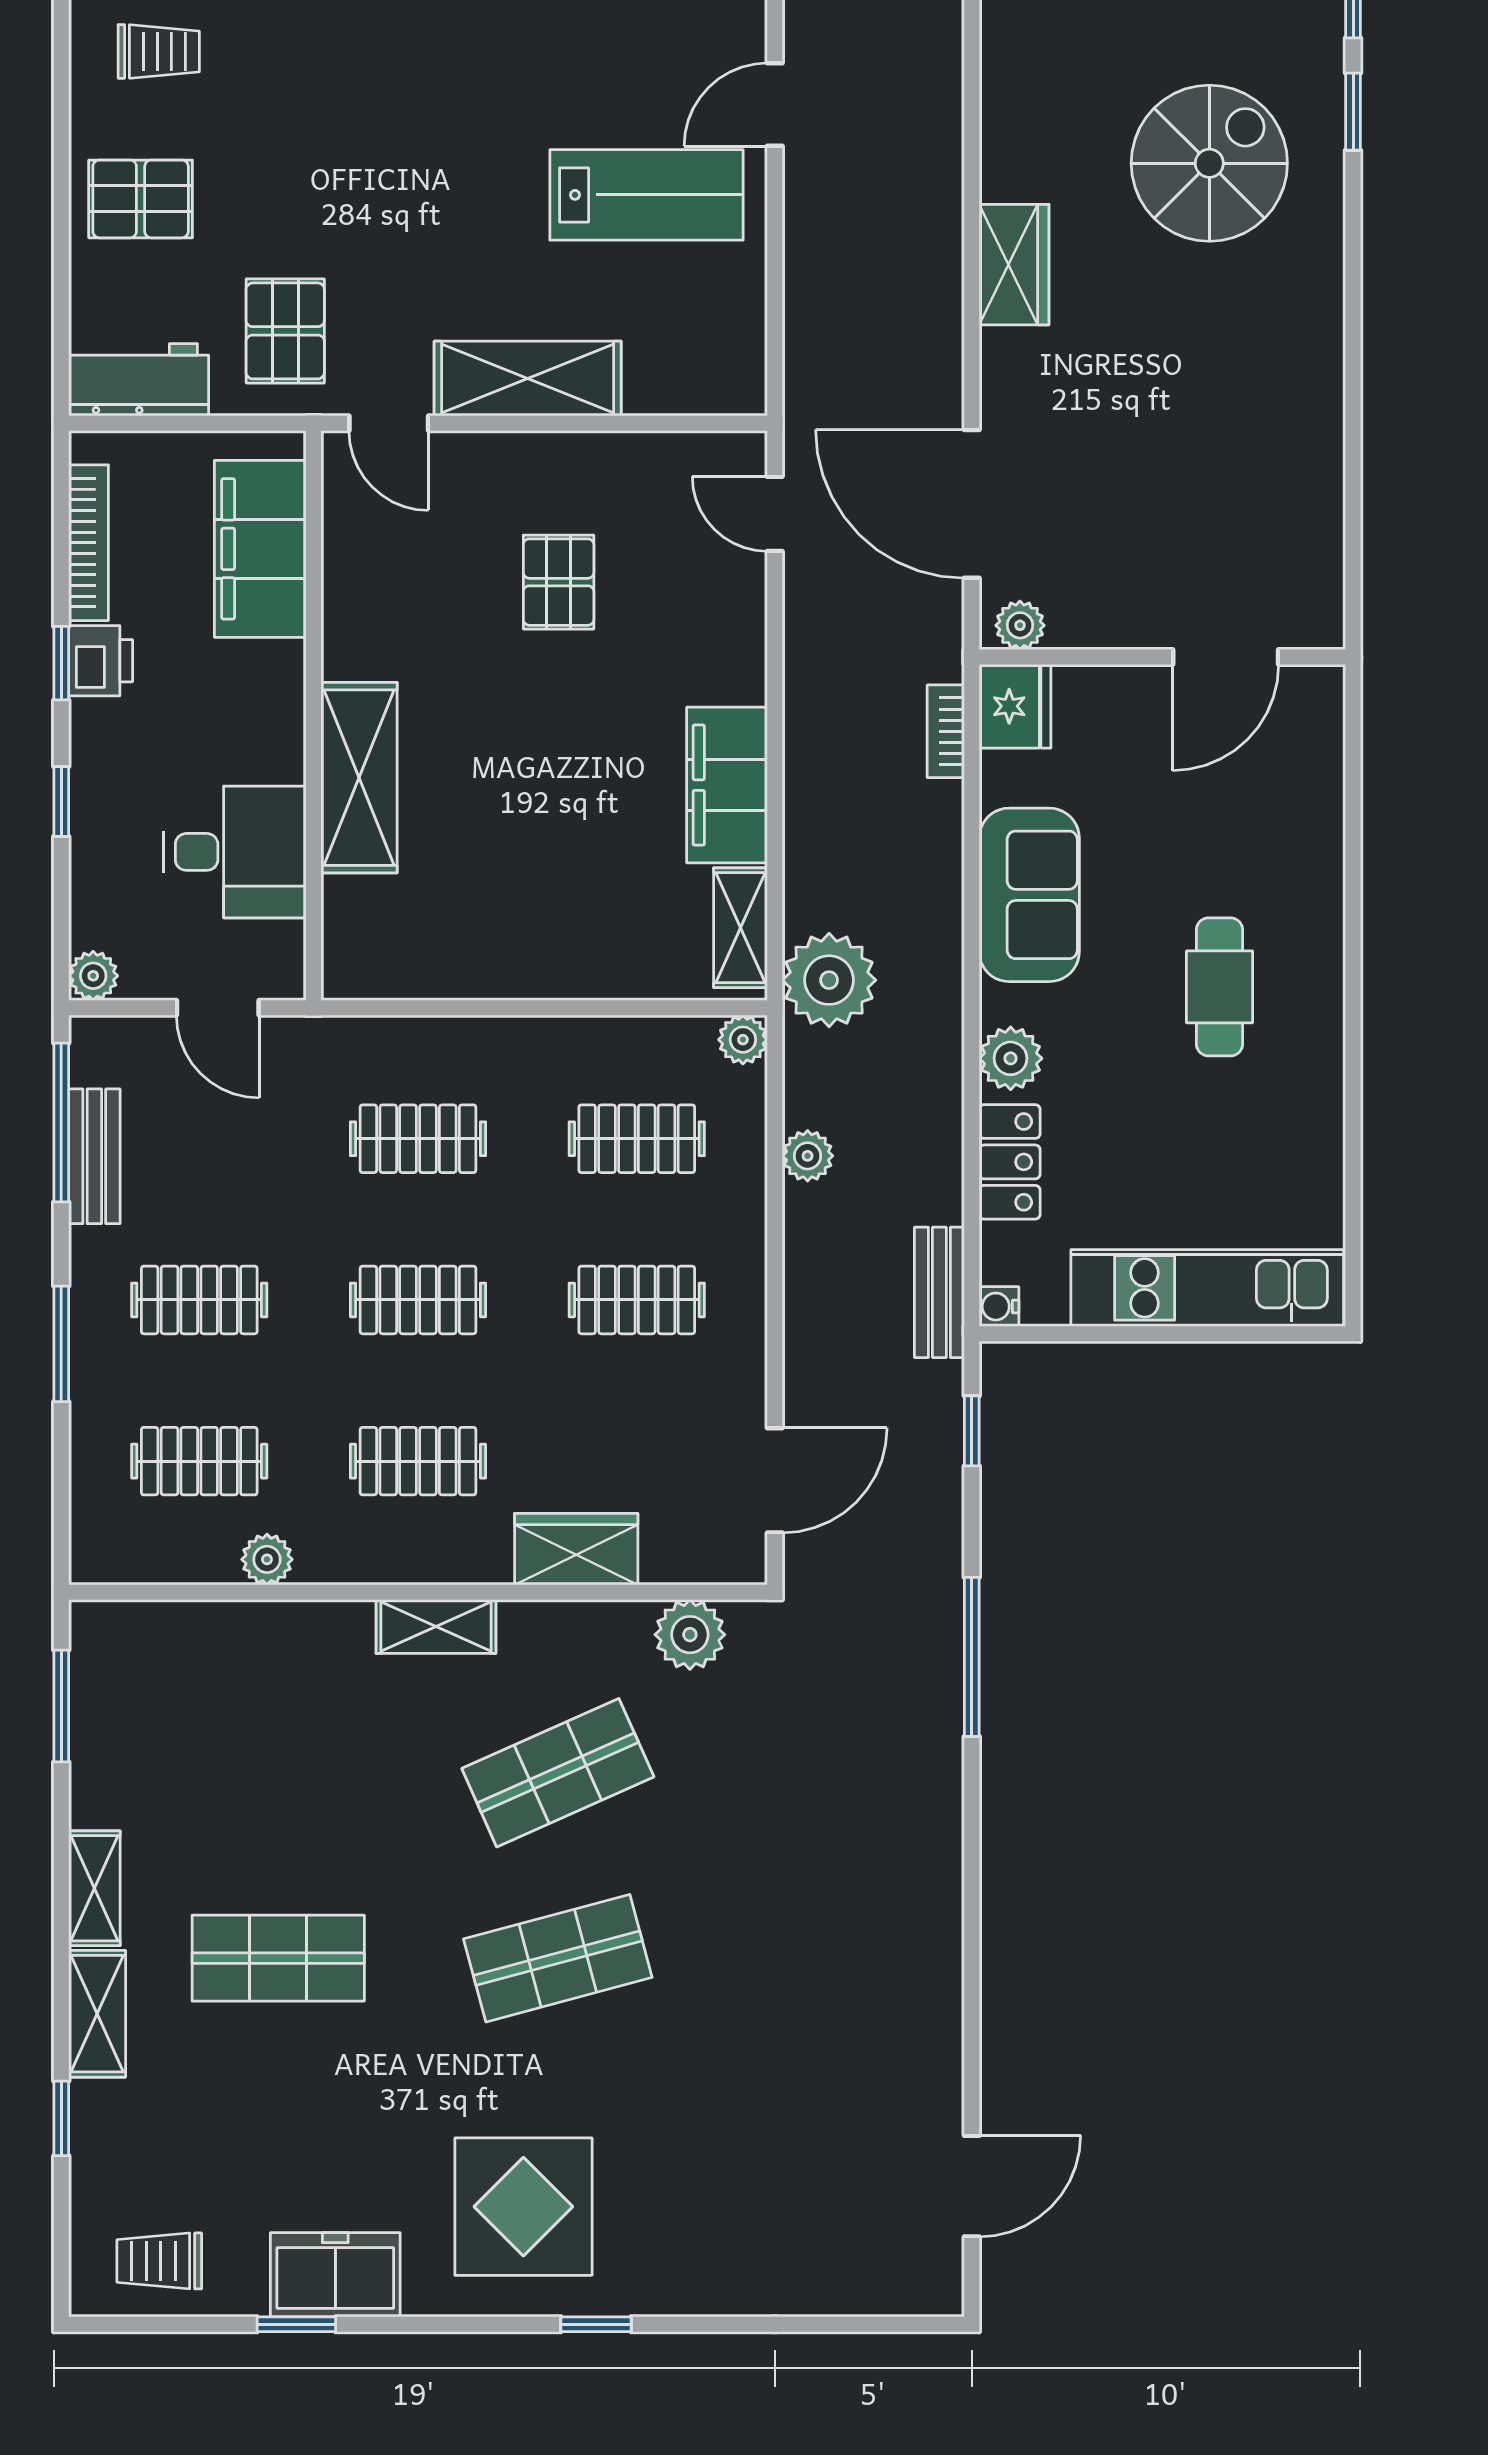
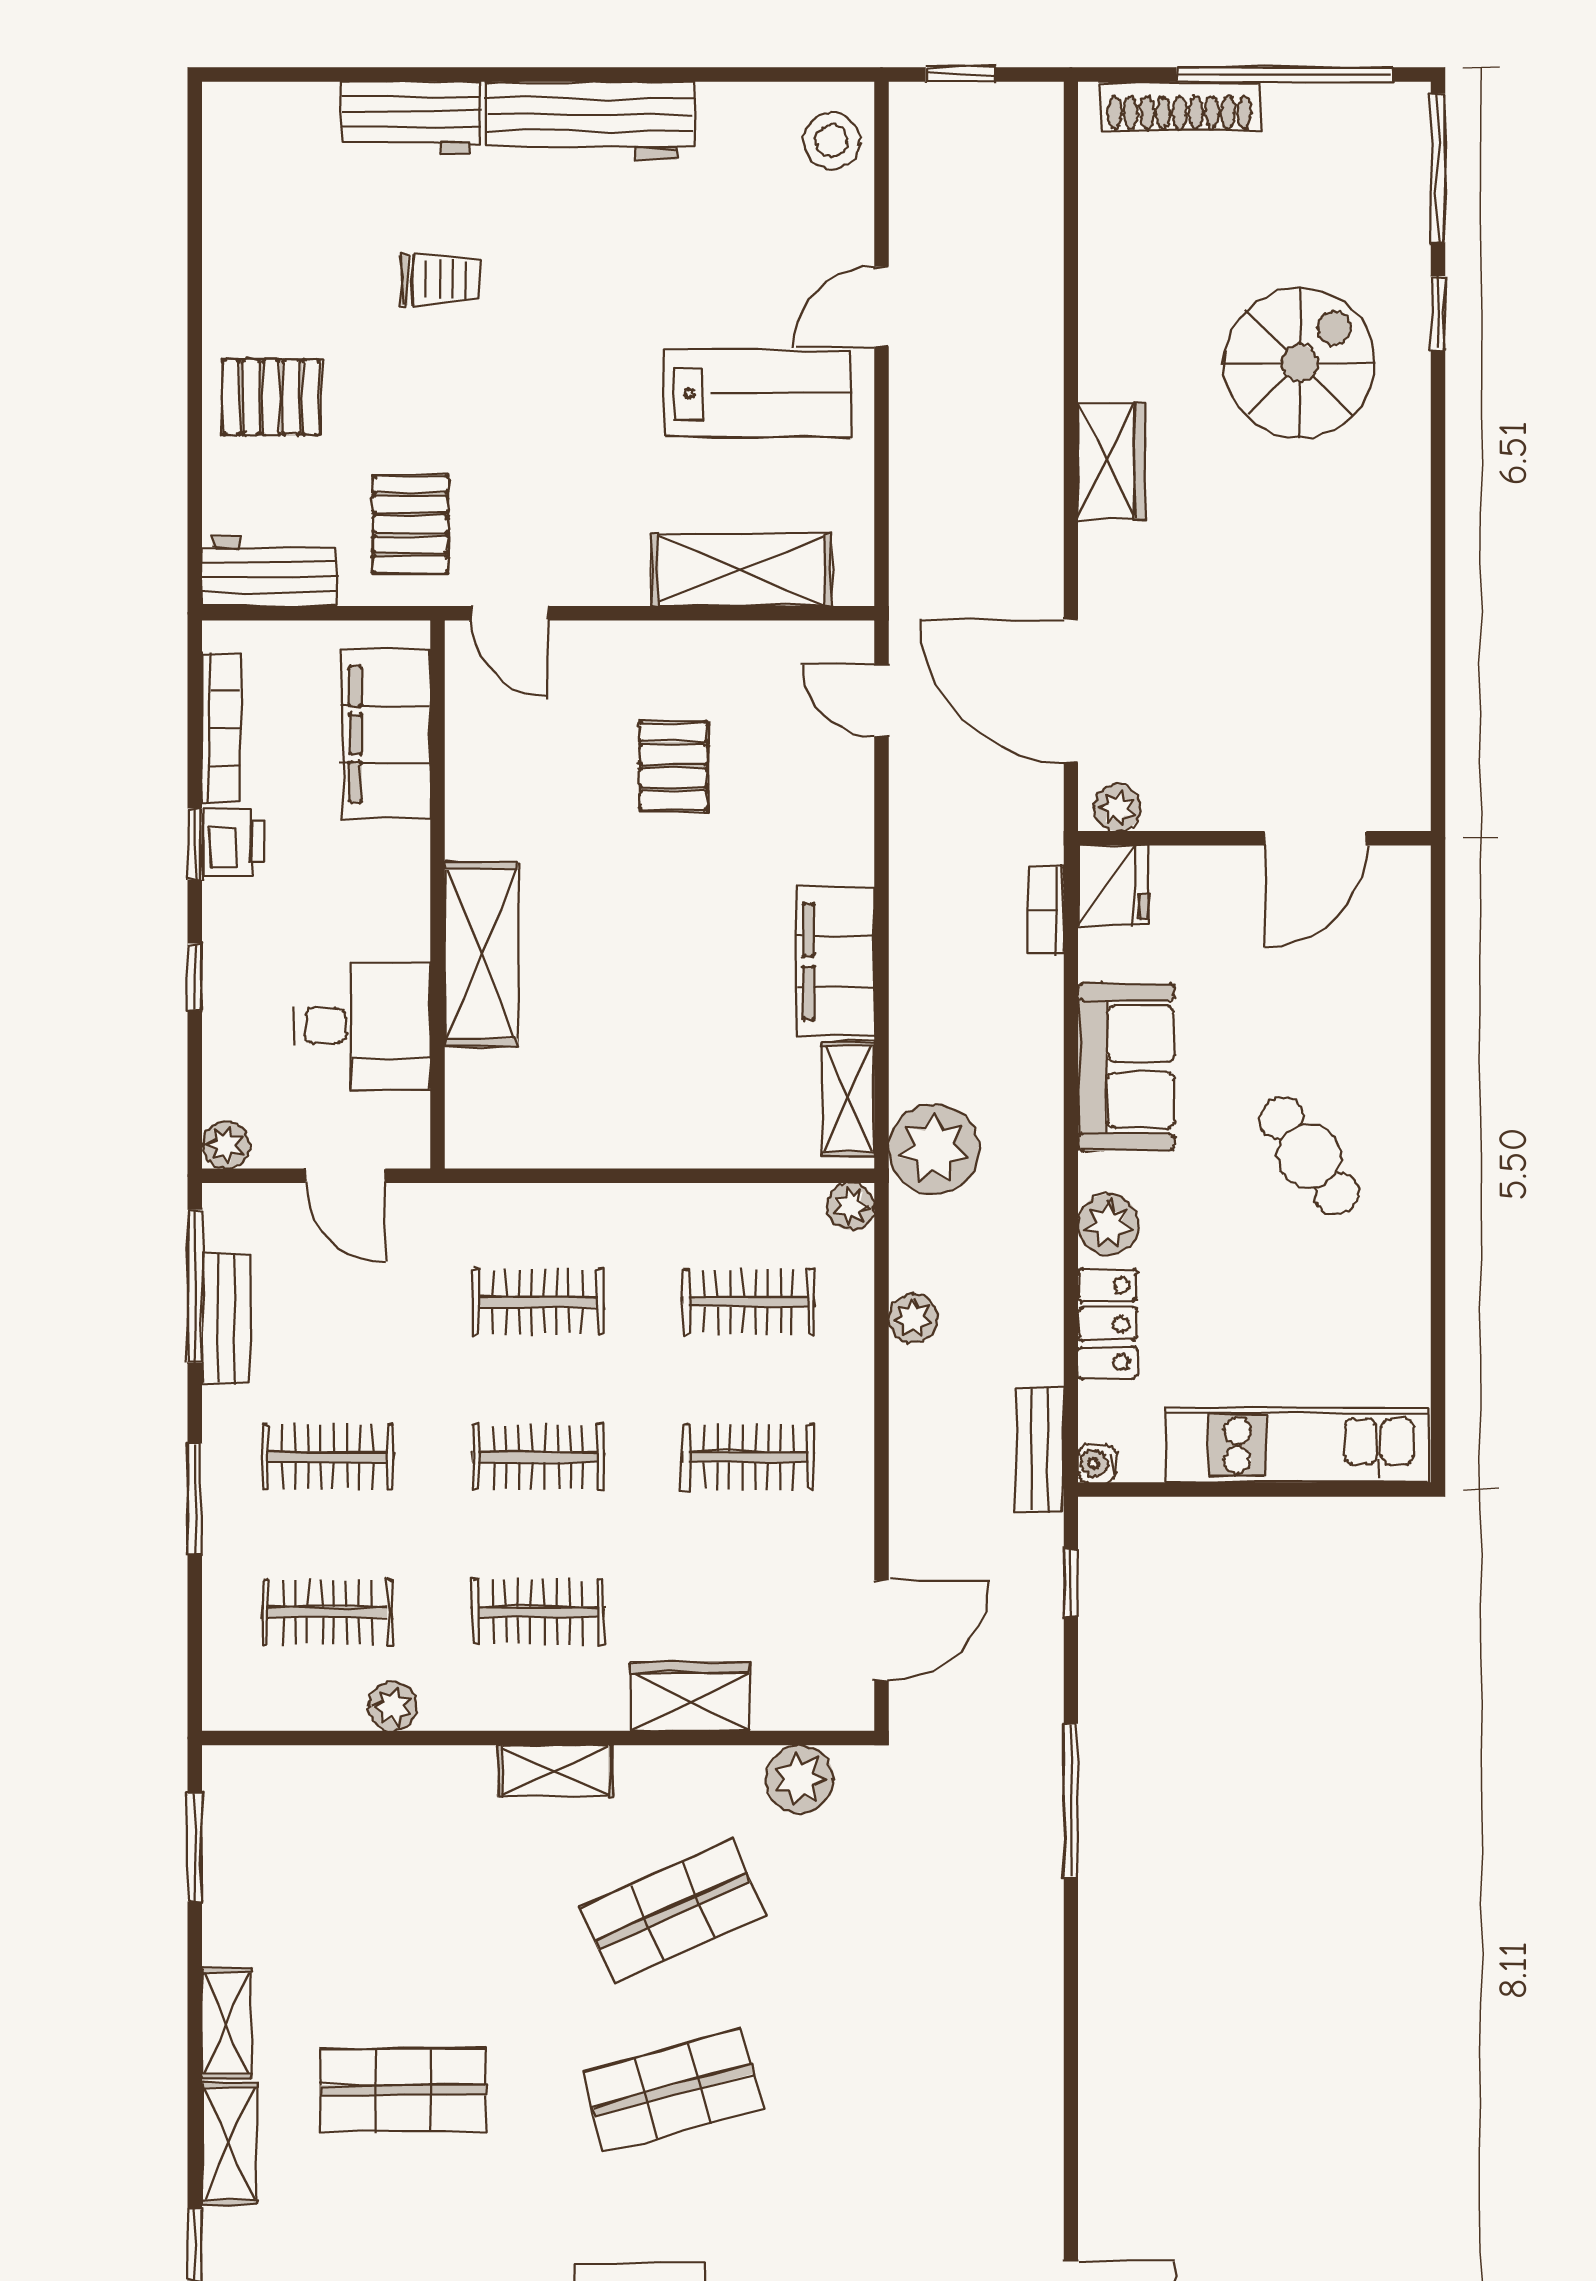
trolley: (159, 51) -> (441, 279), moved
shelving: (528, 379) -> (741, 570), moved
cafe table: (1220, 987) -> (1309, 1156), turned -36

